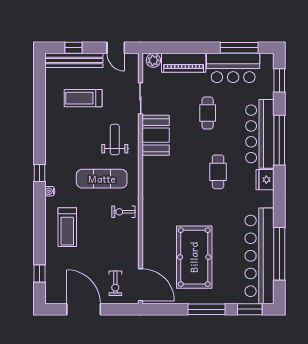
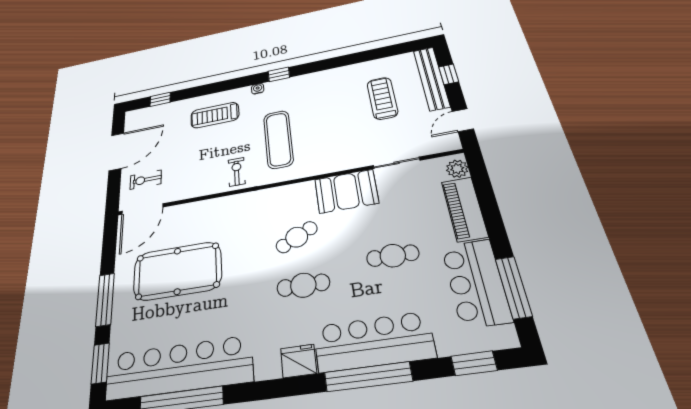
weight bench: (115, 140) -> (333, 144), removed
cafe table: (184, 173) -> (297, 237), added

